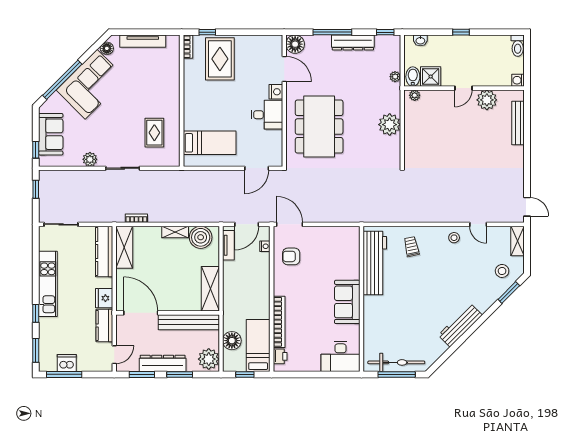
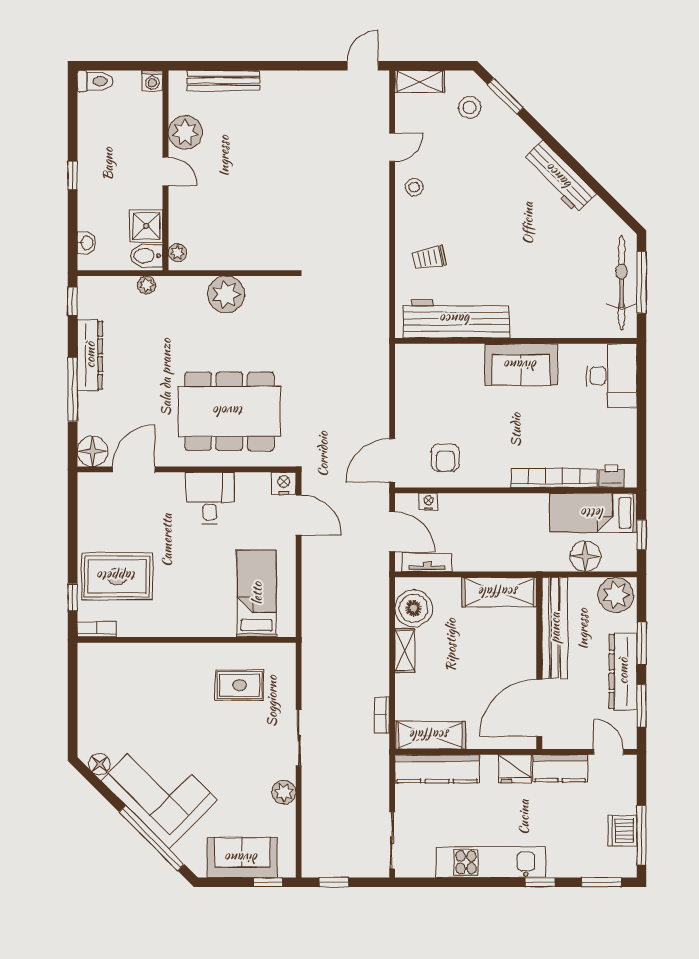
tv unit: (143, 41) -> (88, 704), removed
nightstand: (276, 92) -> (284, 483), moved

